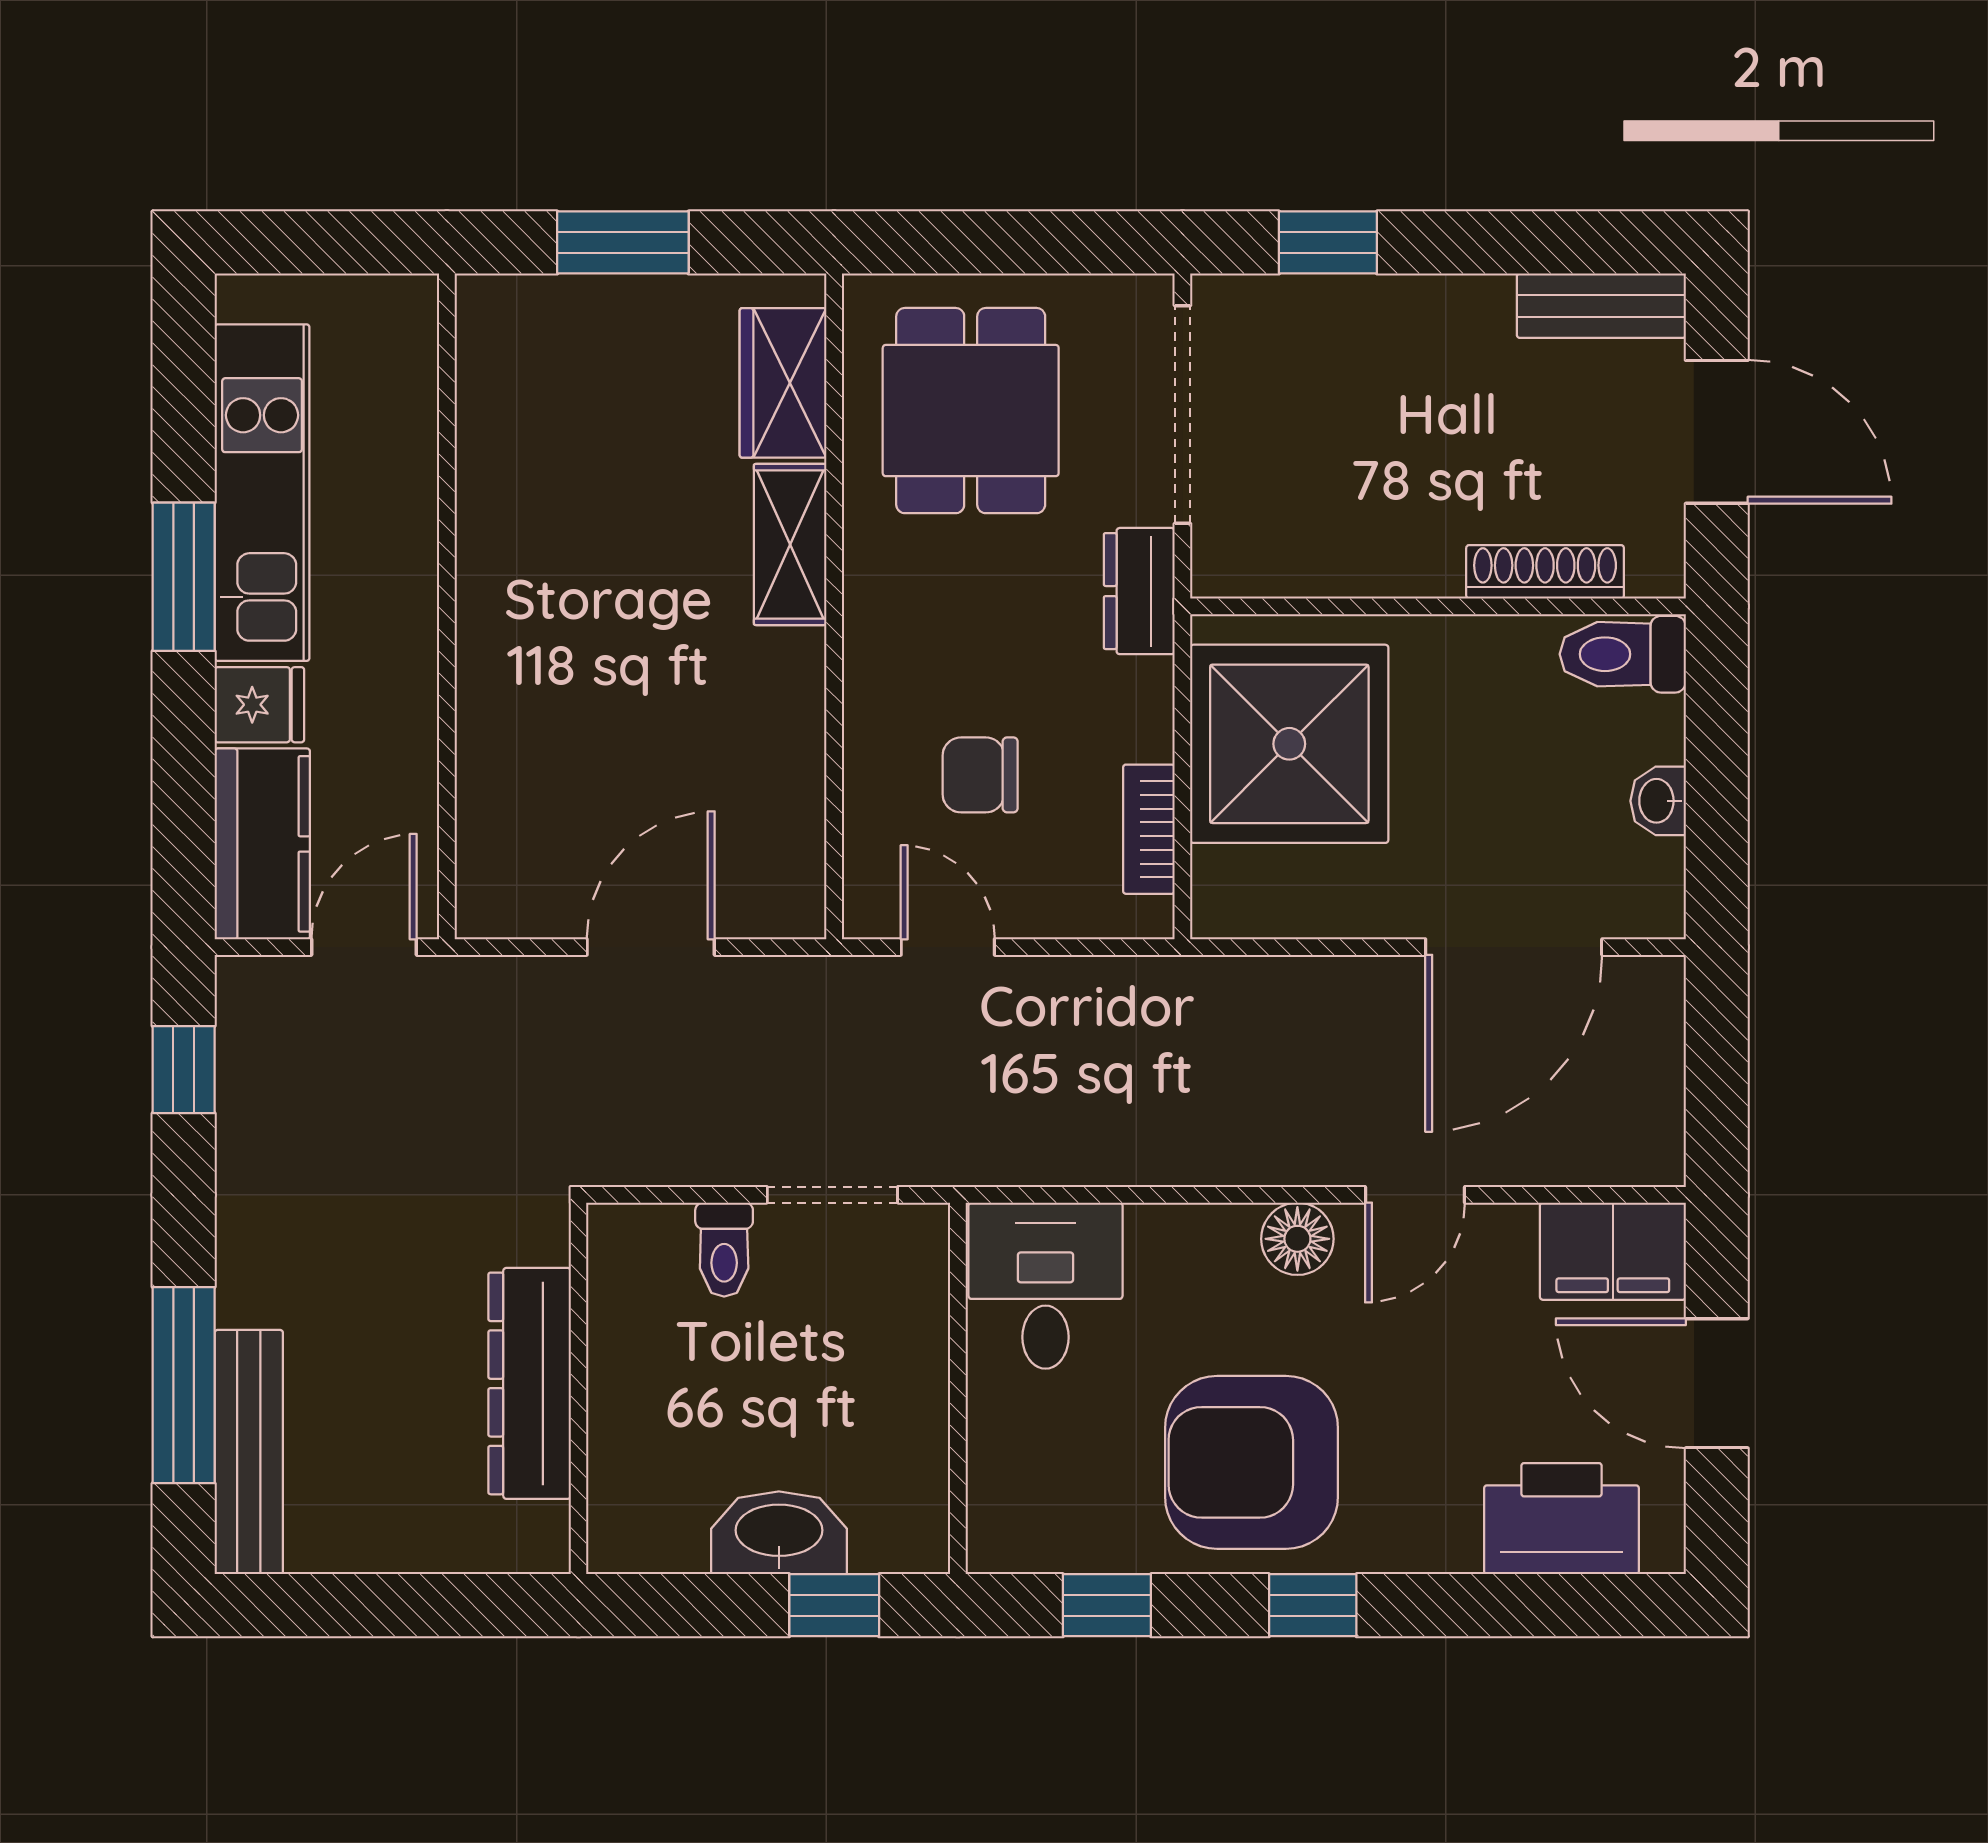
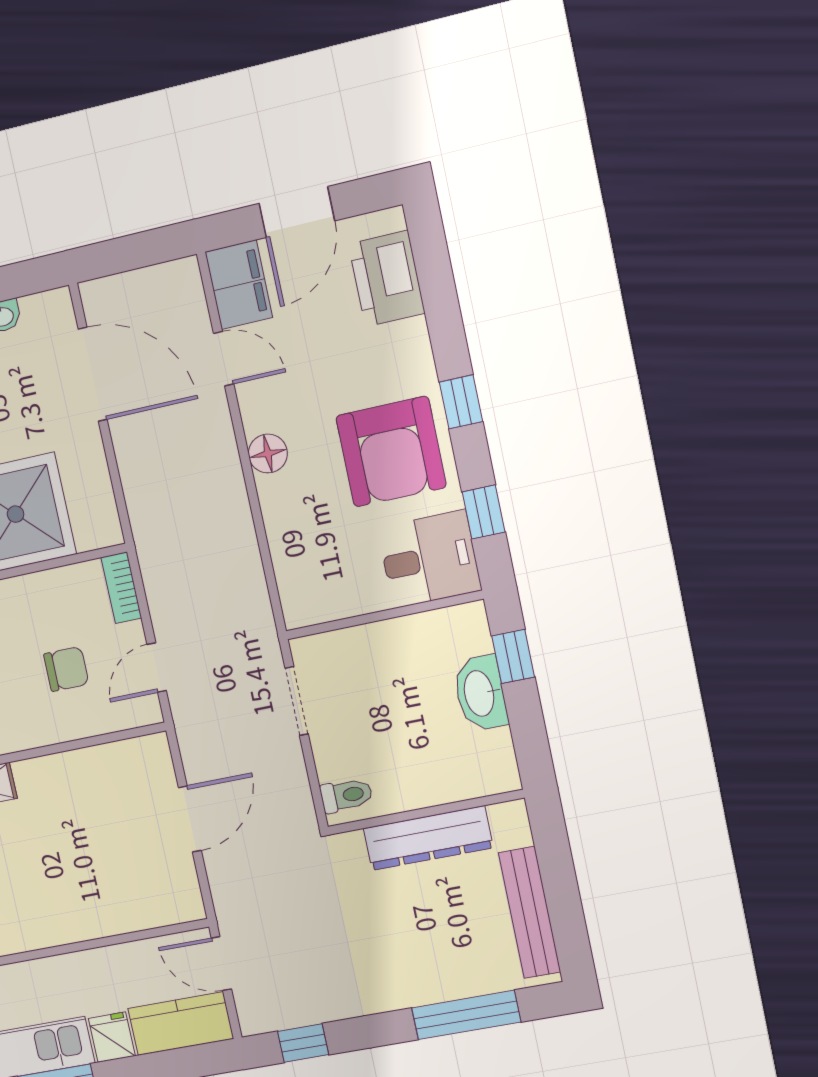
chair: (980, 775) -> (66, 669), turned -90
bookcase: (1149, 829) -> (121, 588), moved, turned 90
door: (651, 947) -> (190, 819), swing flipped
door: (1415, 1195) -> (224, 359), moved
toilet: (724, 1250) -> (346, 795), moved
desk: (1046, 1286) -> (429, 559), moved, turned 180
bench: (249, 1452) -> (530, 912), moved, turned 90

